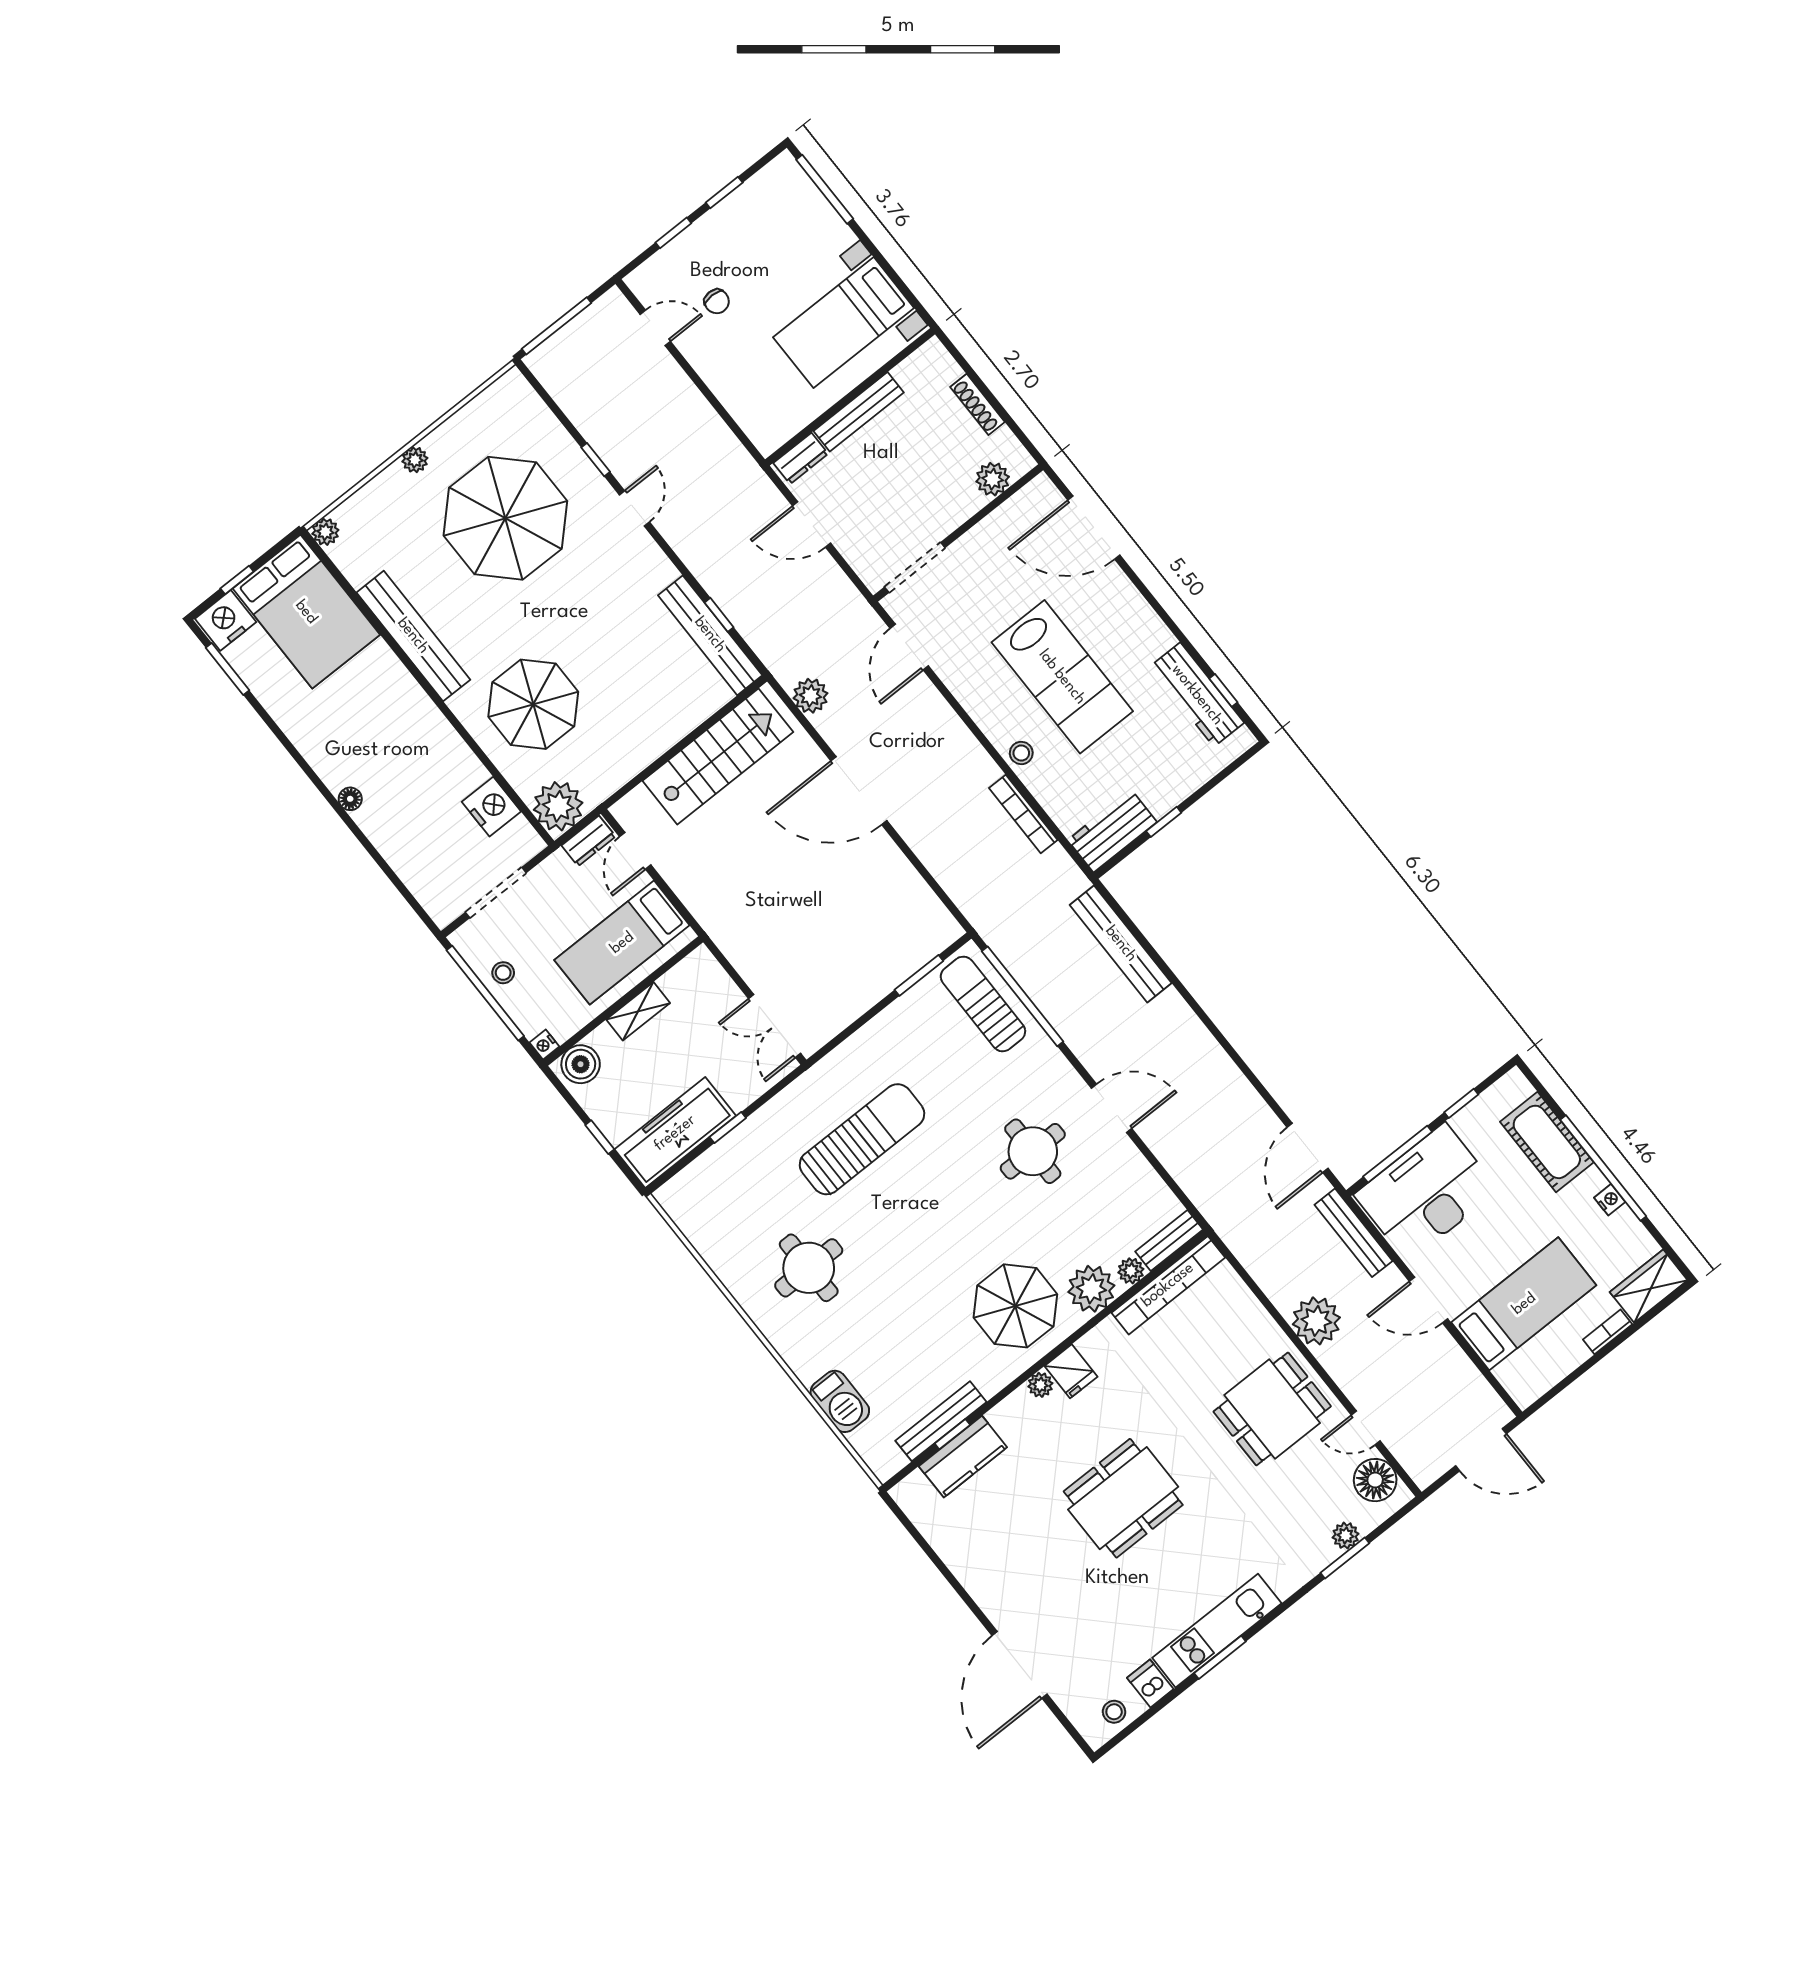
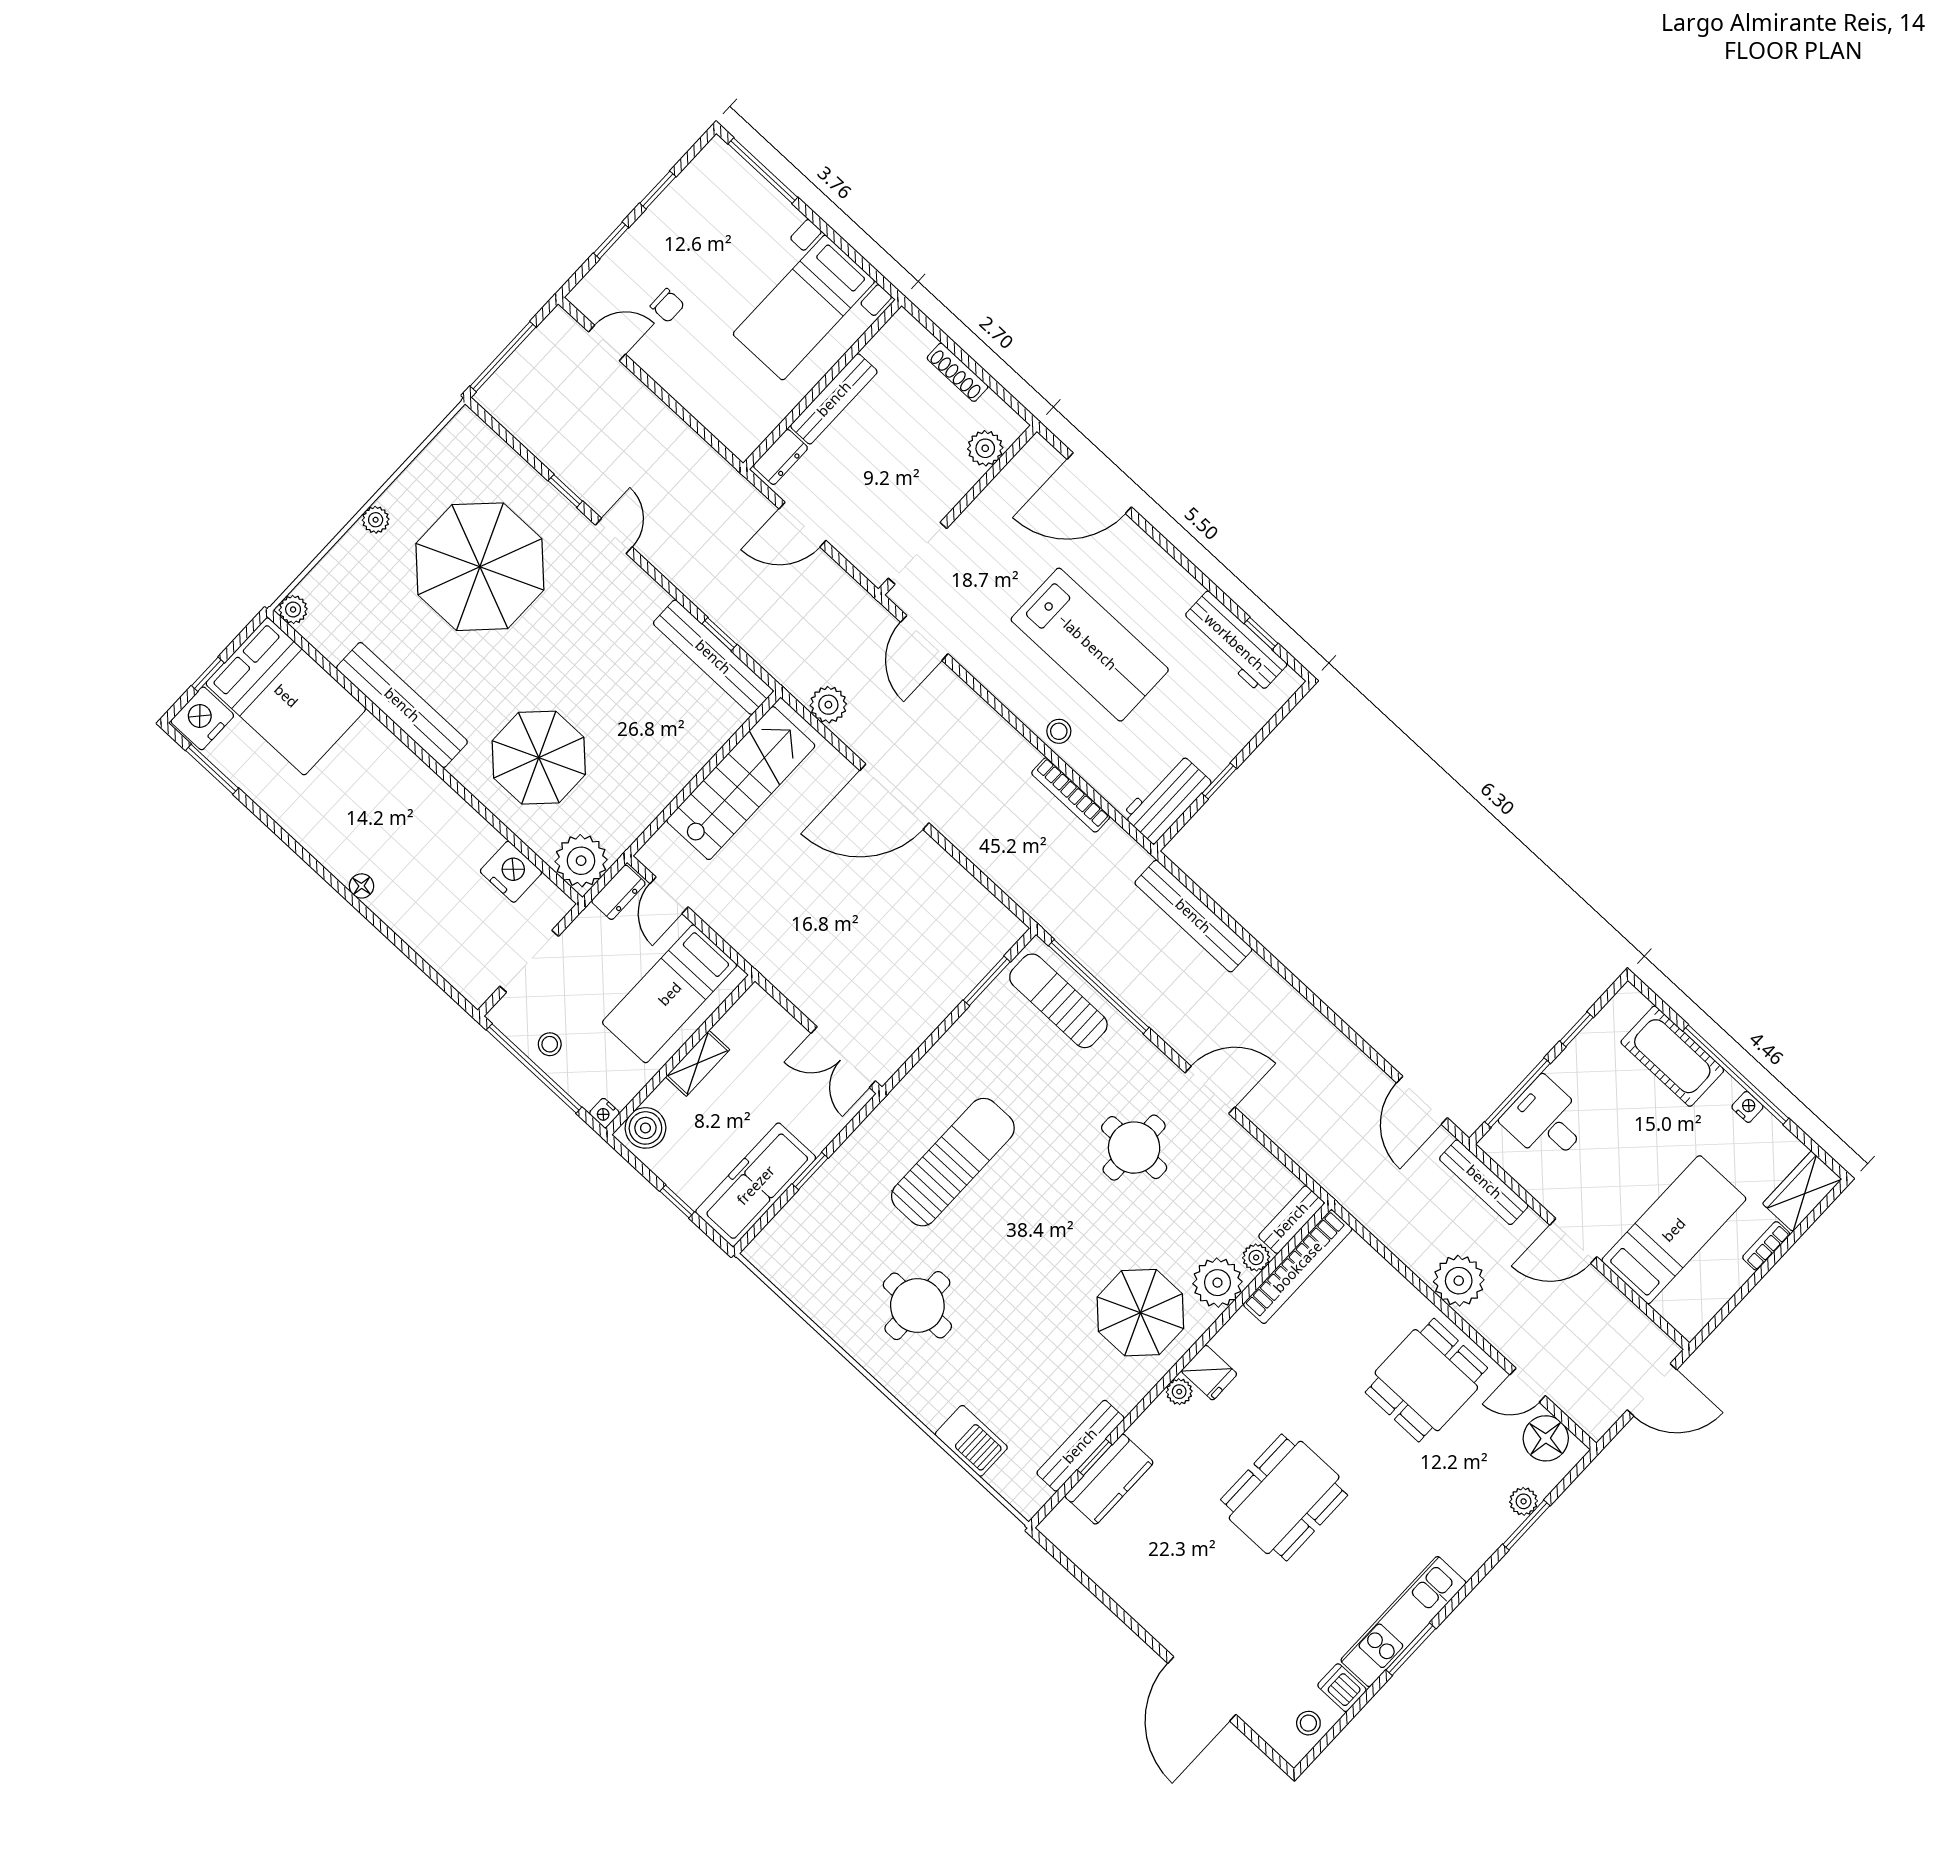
desk: (1426, 1192) -> (1546, 1121), width x0.53, depth x0.77

